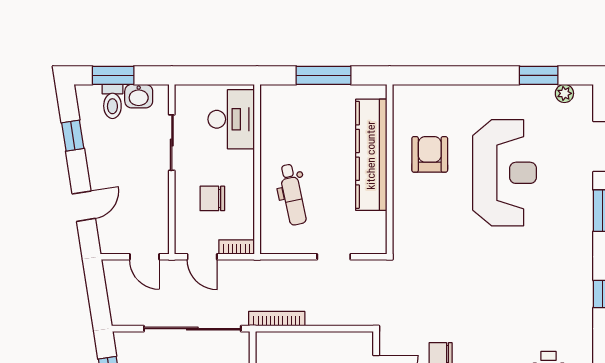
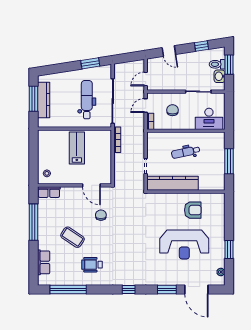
window: (539, 75) -> (229, 250), moved
kitchen counter: (371, 155) -> (173, 183), moved
dental chair: (293, 195) -> (186, 152), moved

